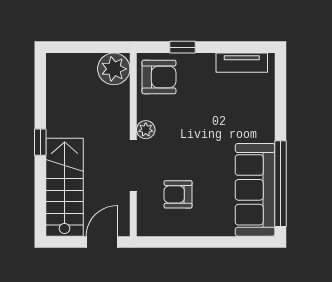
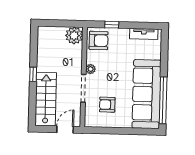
sofa: (255, 190) -> (147, 94), width x1.36, depth x1.27

